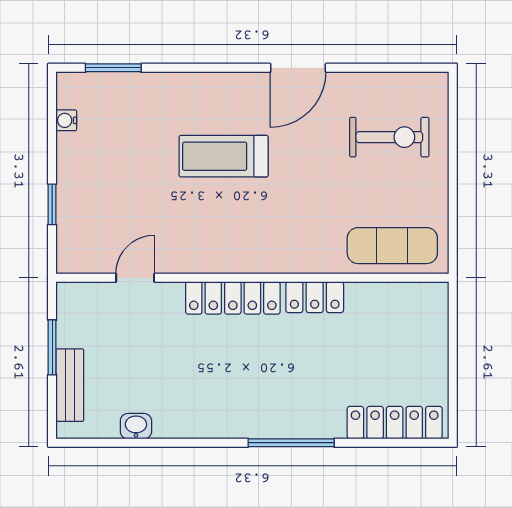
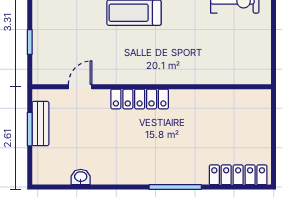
exercise mat: (392, 246) -> (237, 67), removed
locker: (315, 297) -> (189, 98), removed
bench: (70, 385) -> (40, 124), moved

